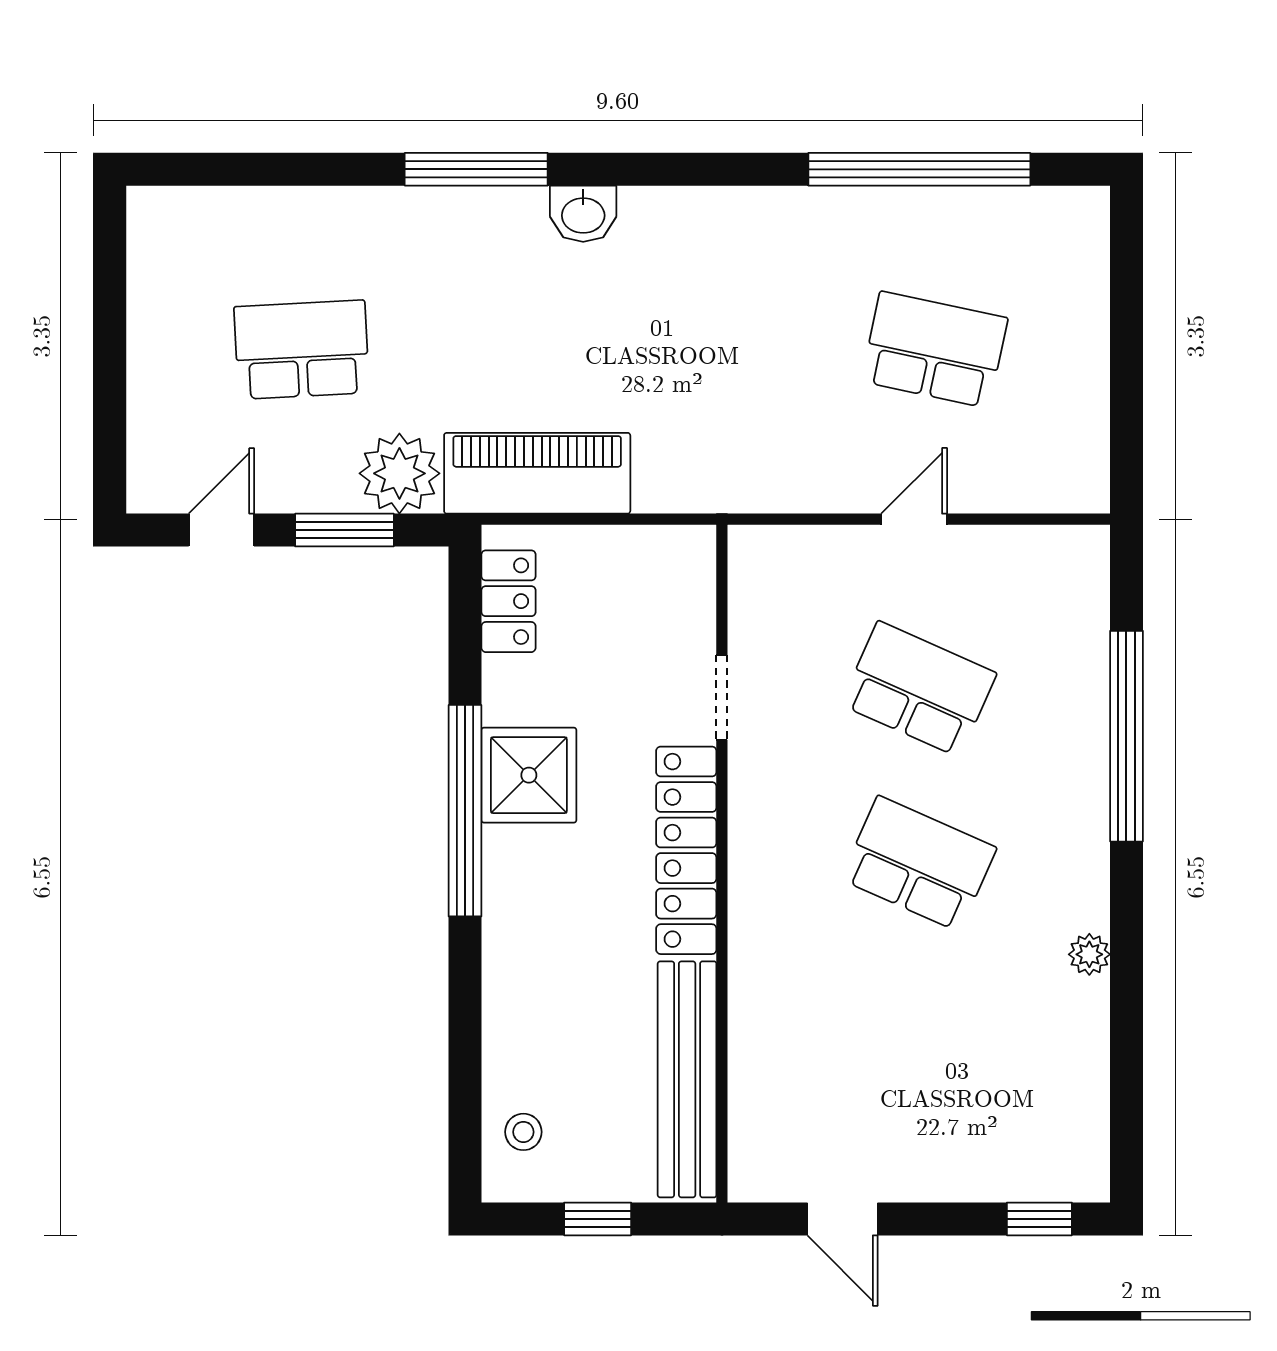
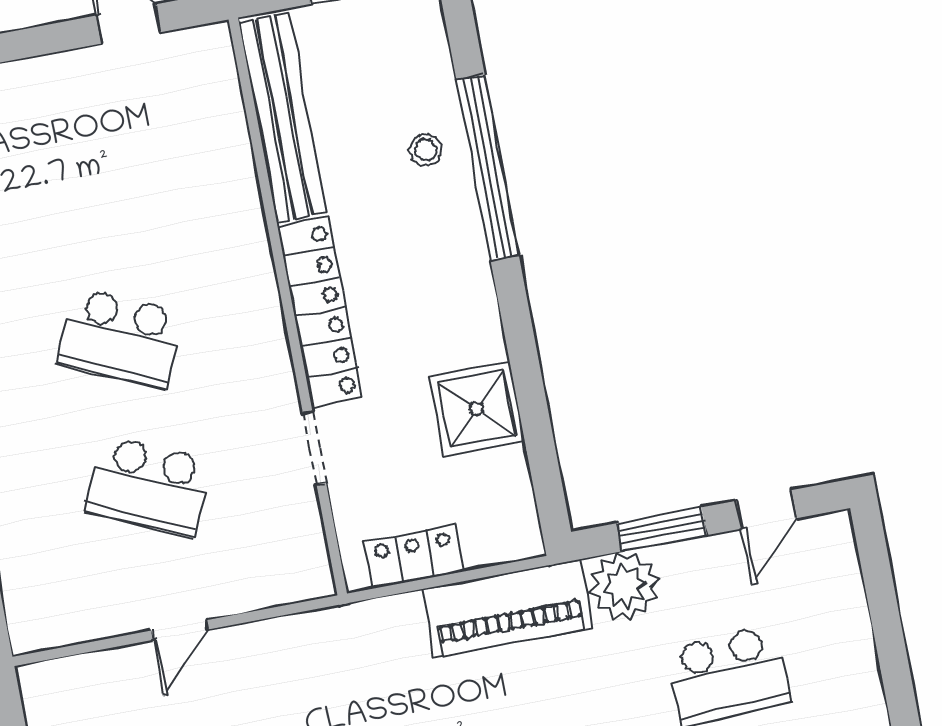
locker: (509, 601) -> (414, 557), moved, turned 90
shower: (529, 775) -> (477, 409), moved
window: (465, 811) -> (488, 168), moved
stool: (523, 1132) -> (426, 150), moved

